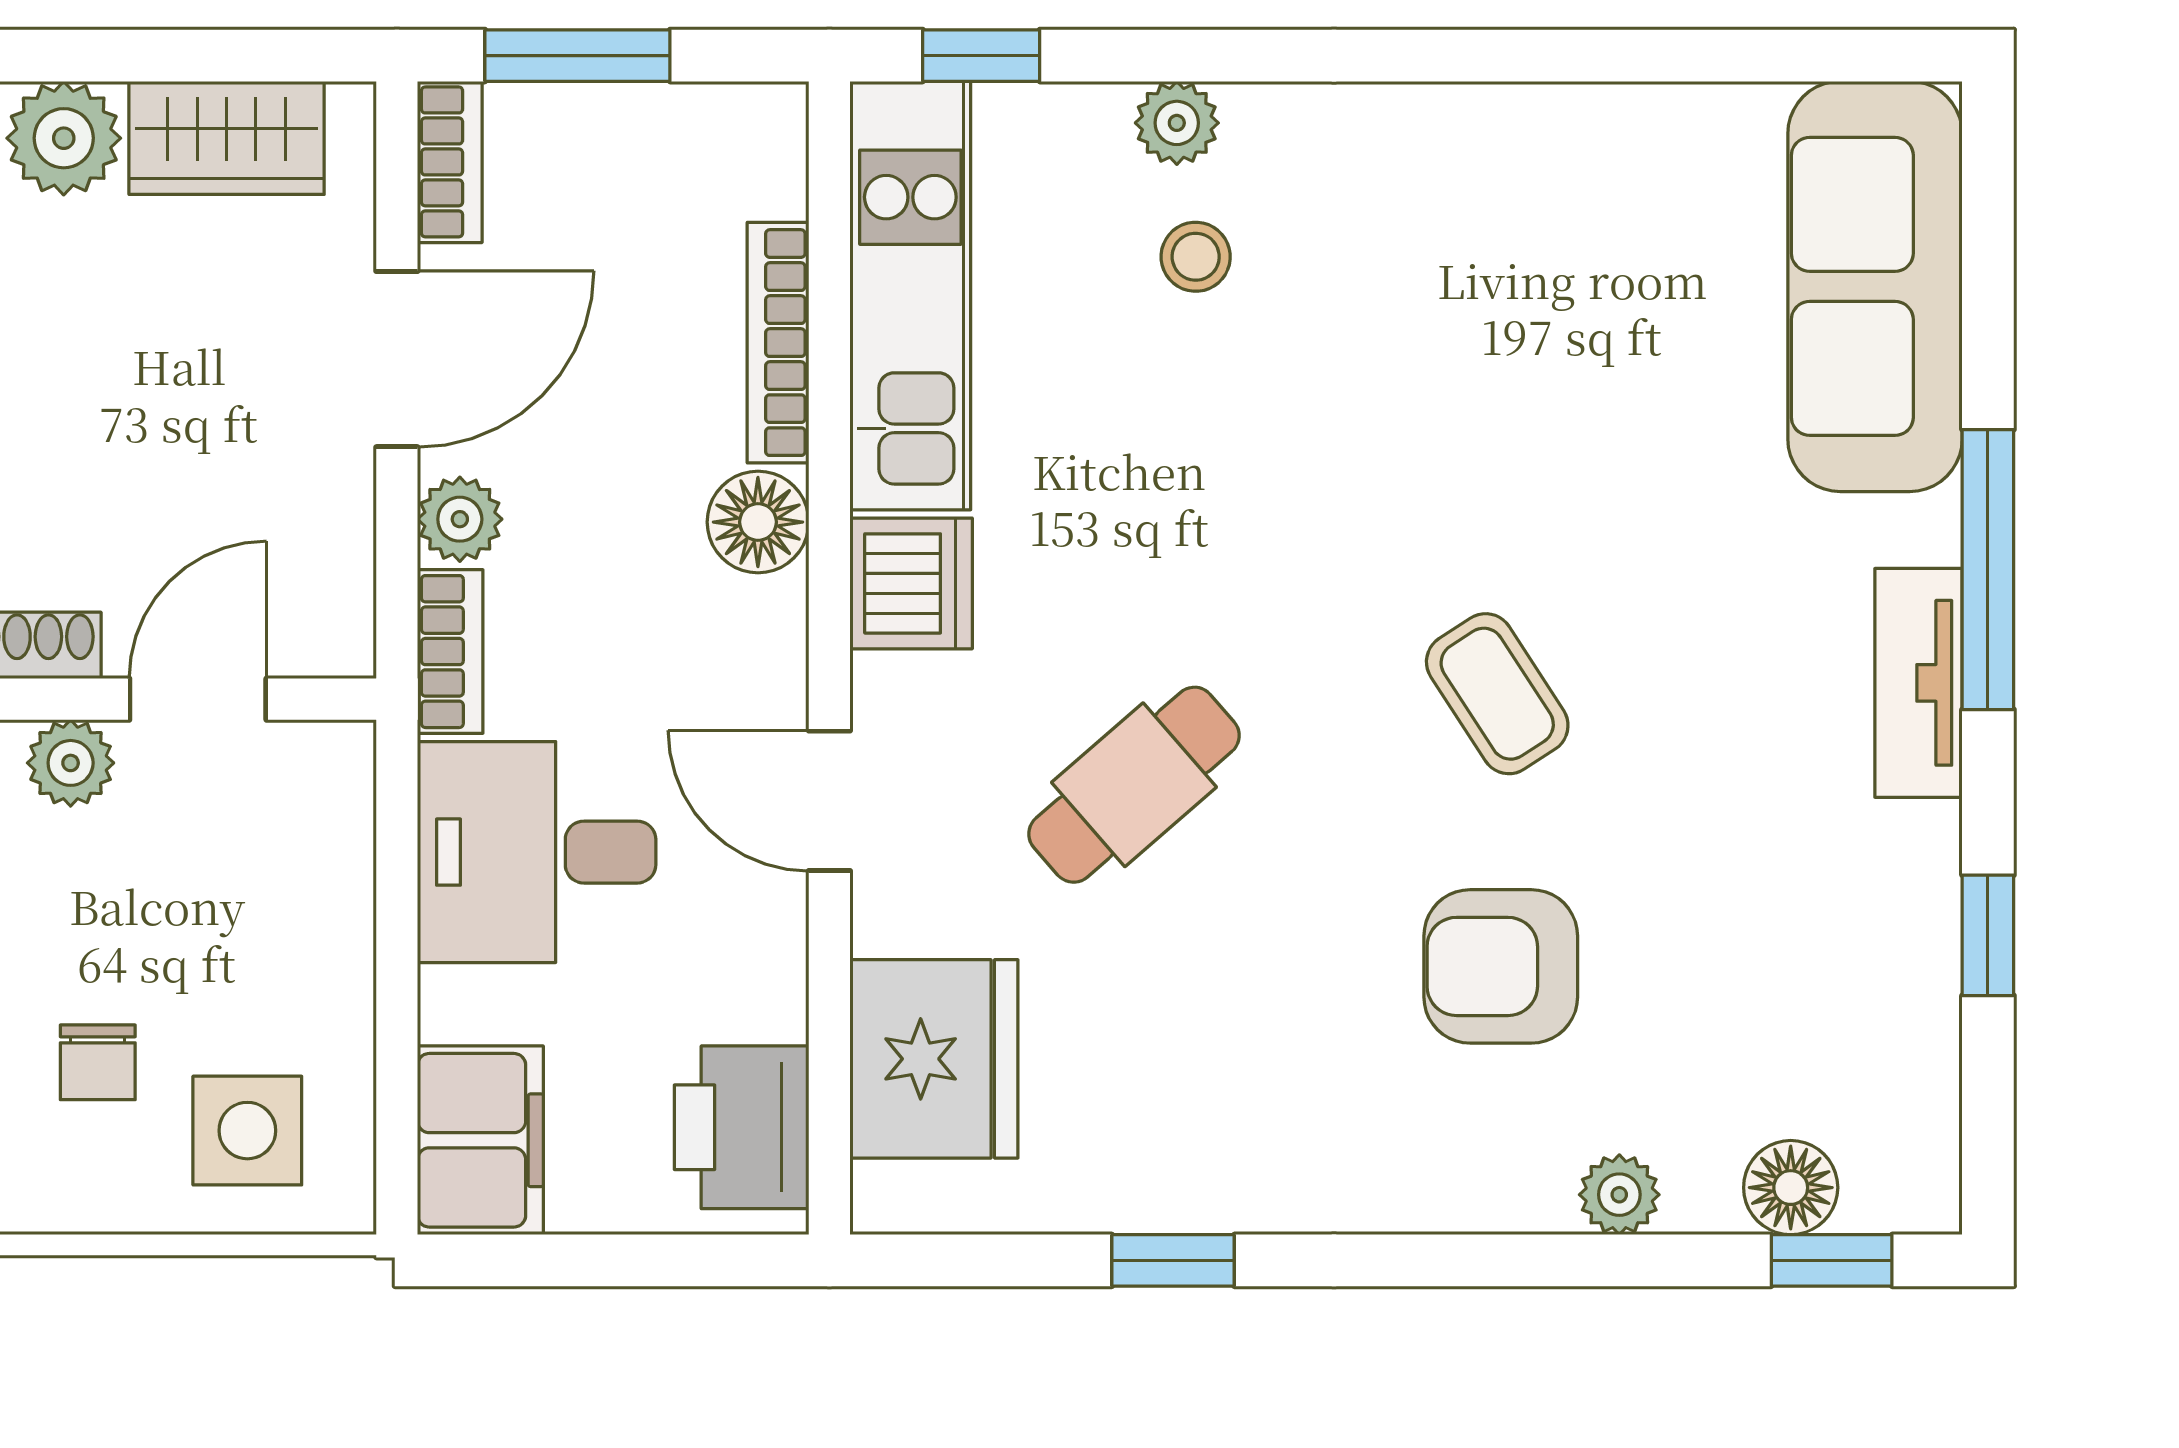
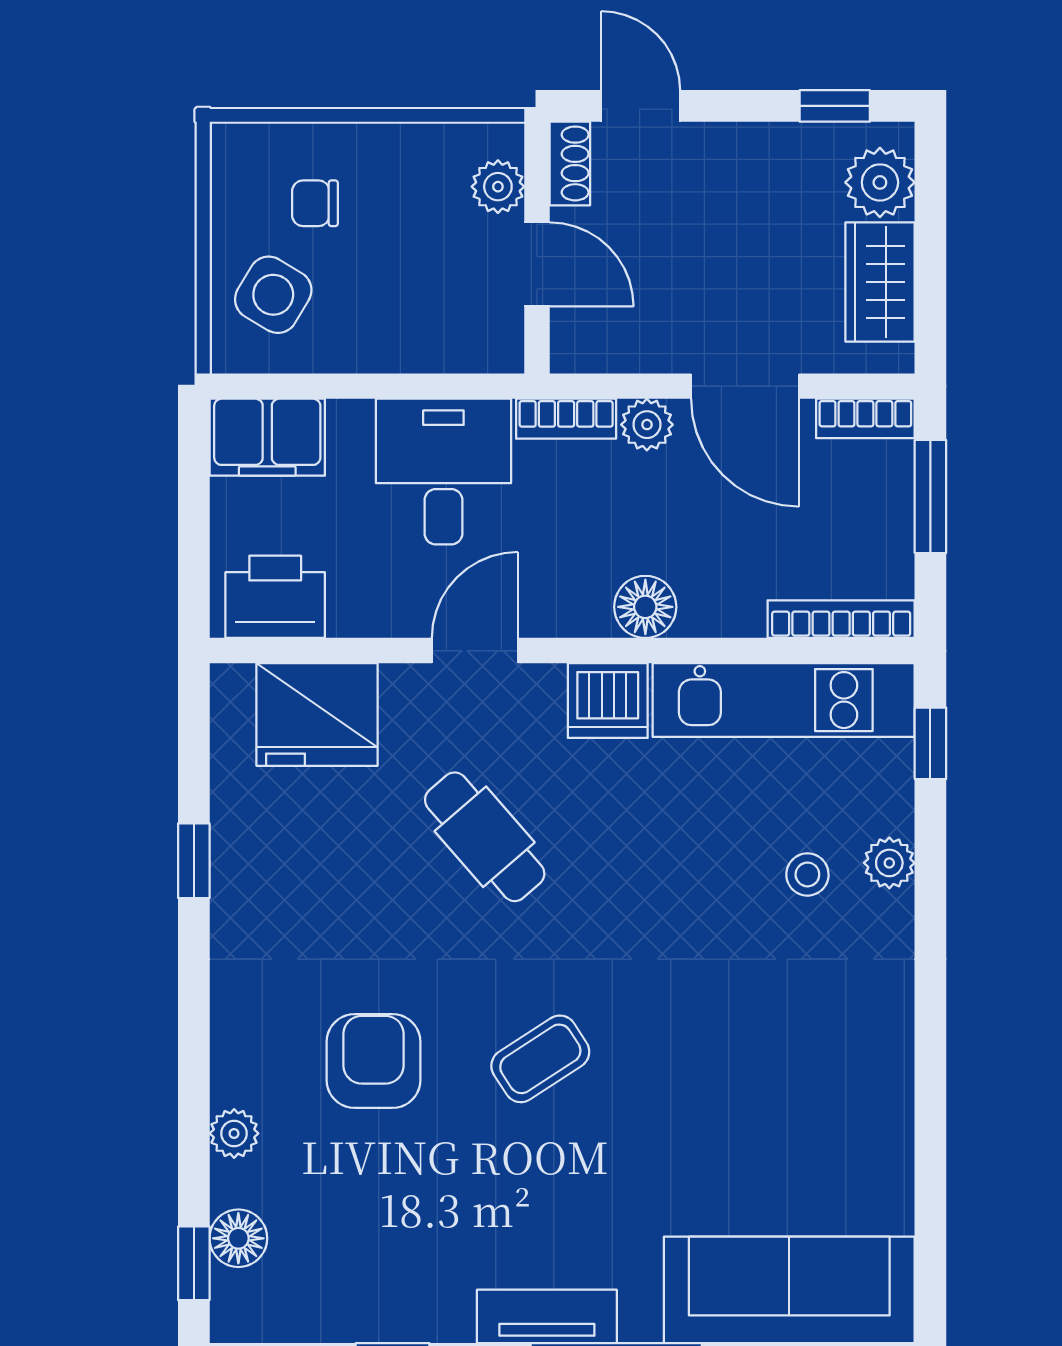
bookcase: (778, 343) -> (841, 619), moved
side table: (247, 1131) -> (273, 295), turned 31

